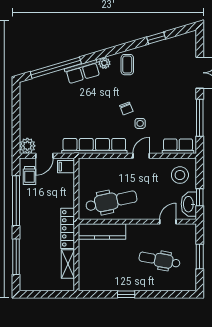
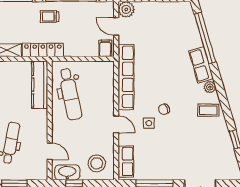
trolley: (30, 175) -> (49, 16), moved

